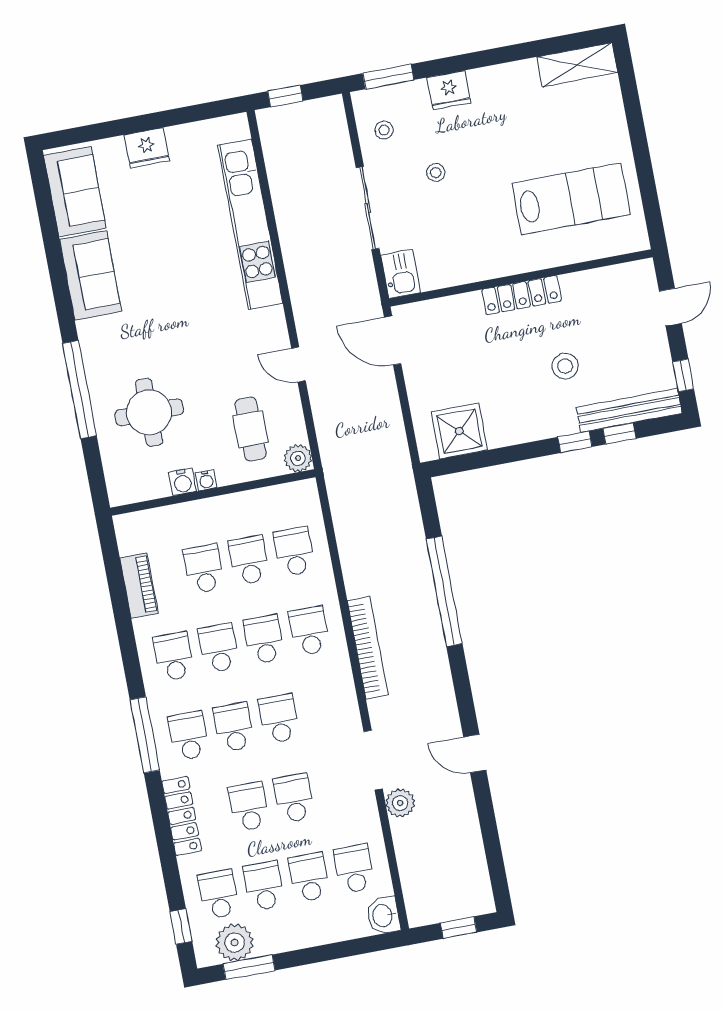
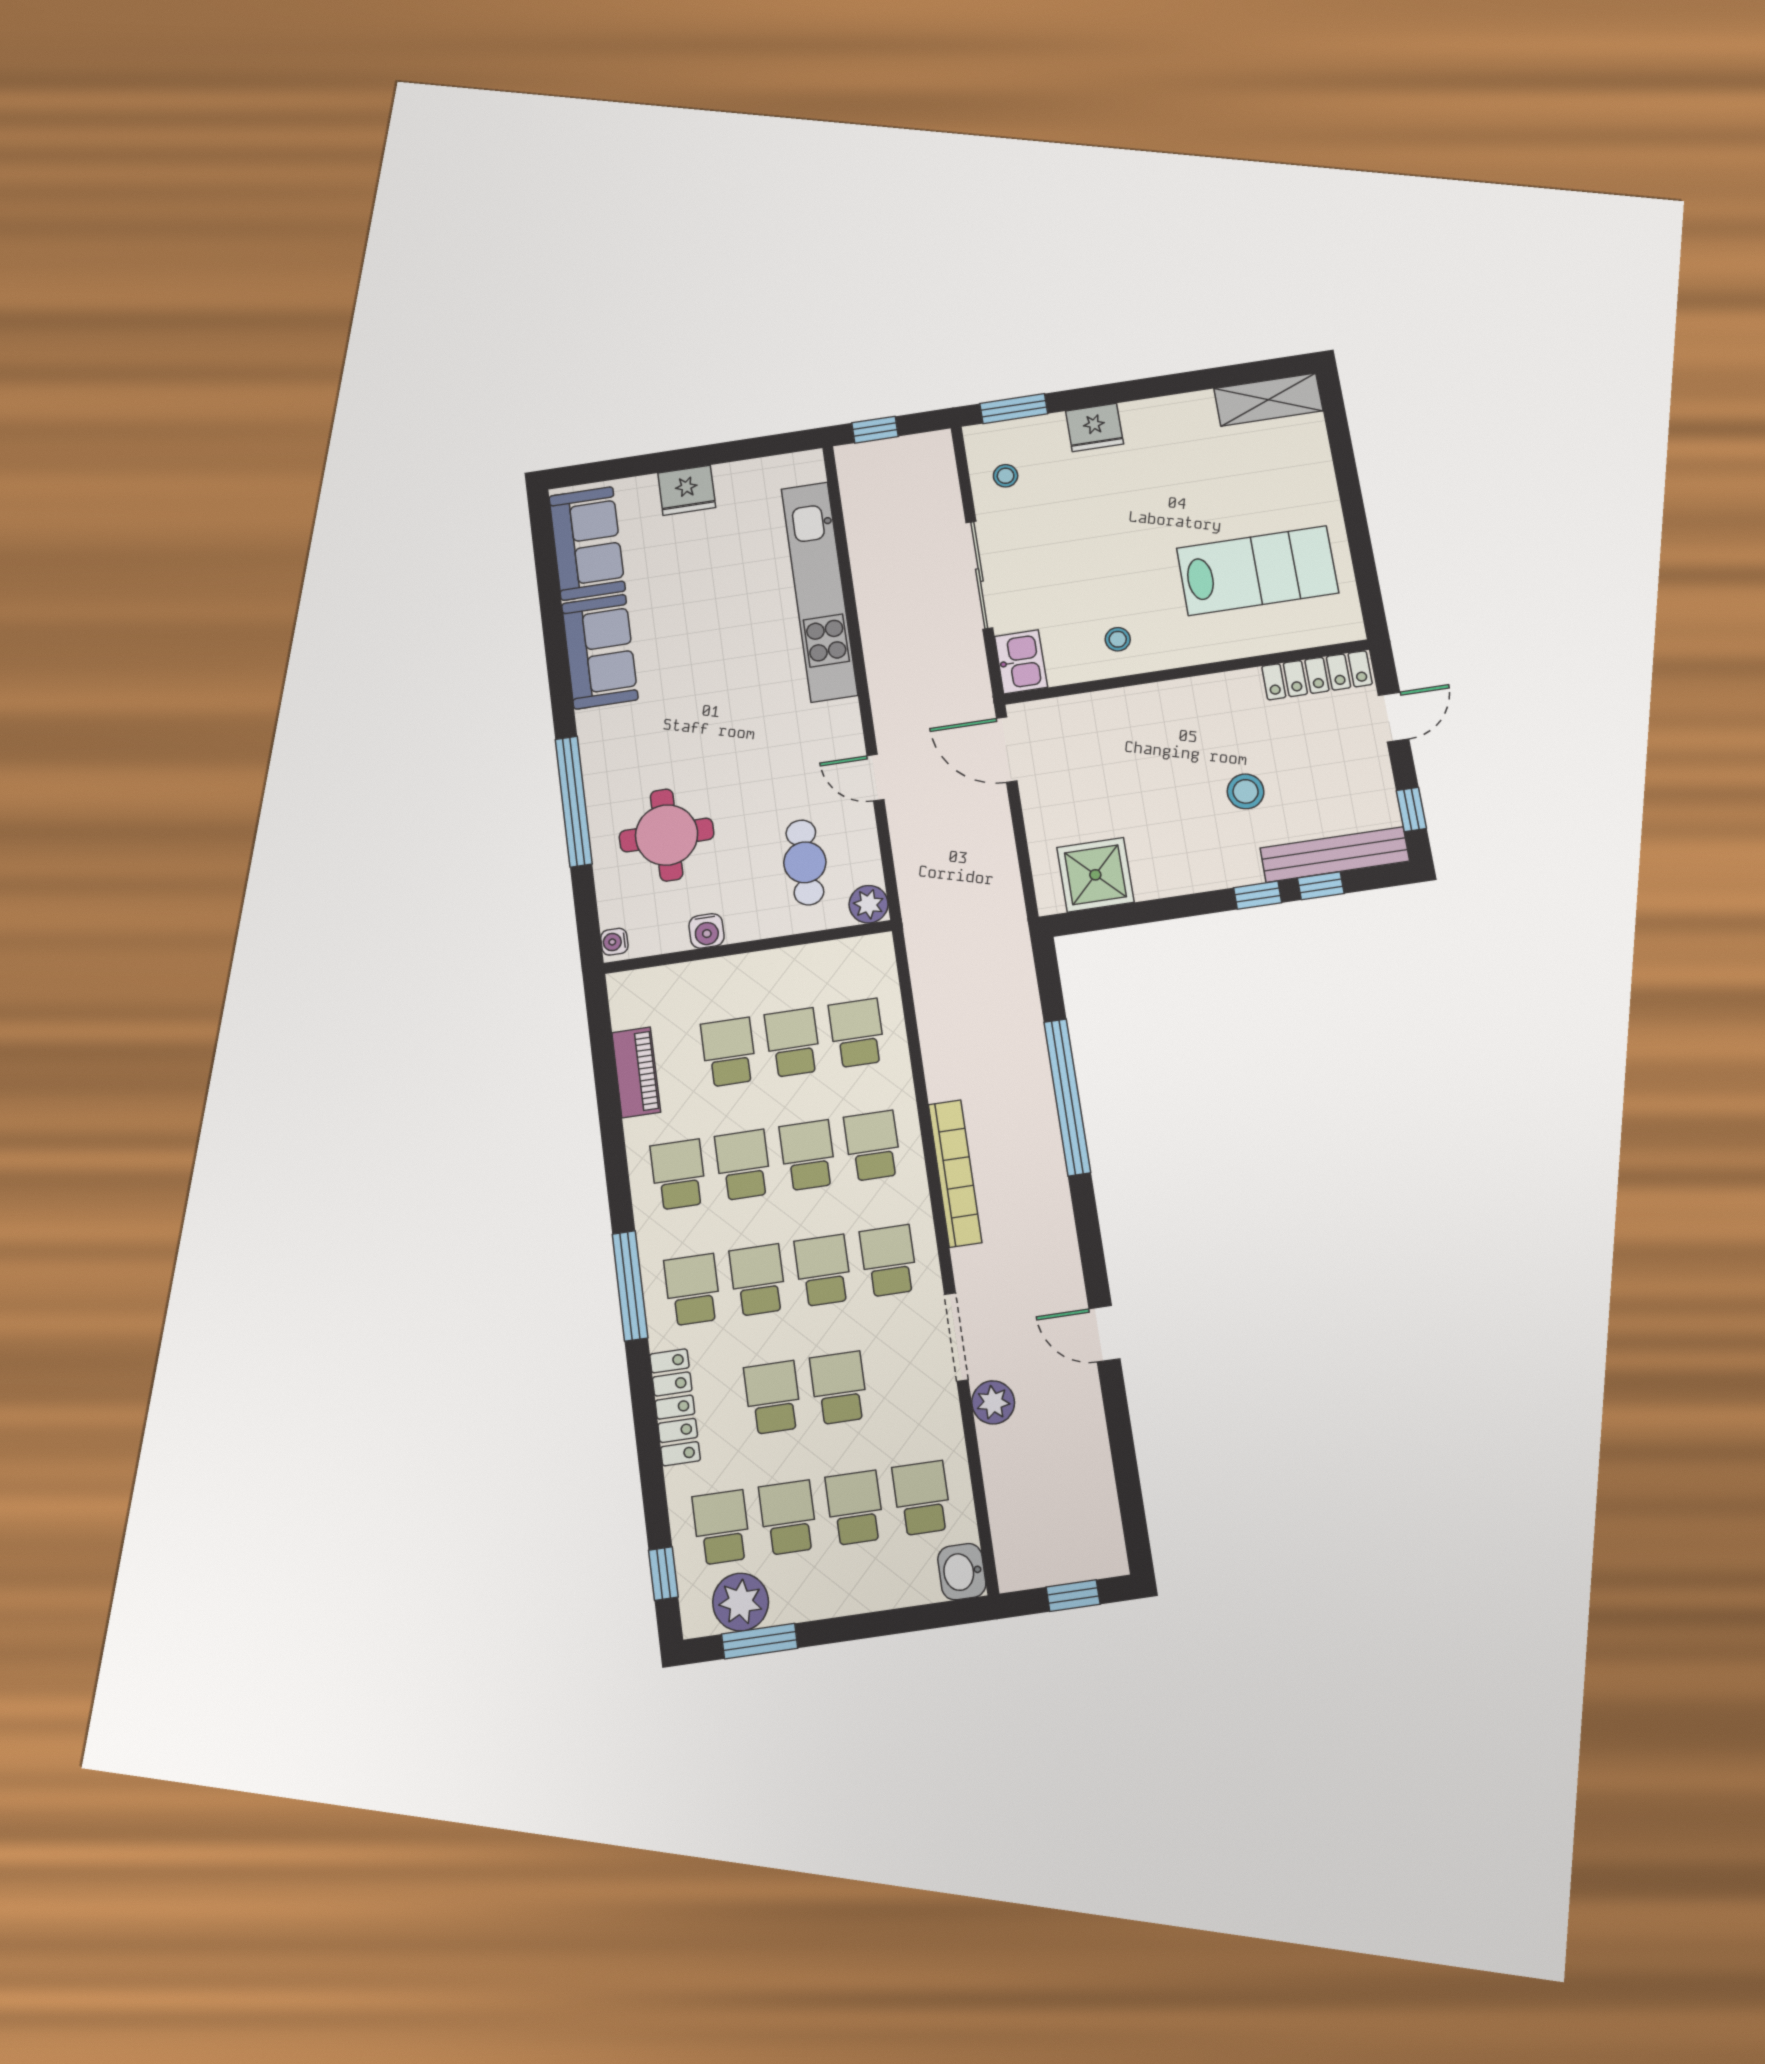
stool: (436, 173) -> (1118, 639), moved
locker: (522, 295) -> (1317, 675), moved
water cooler: (206, 480) -> (614, 942), moved, turned 90
school desk: (324, 710) -> (889, 1261), added

